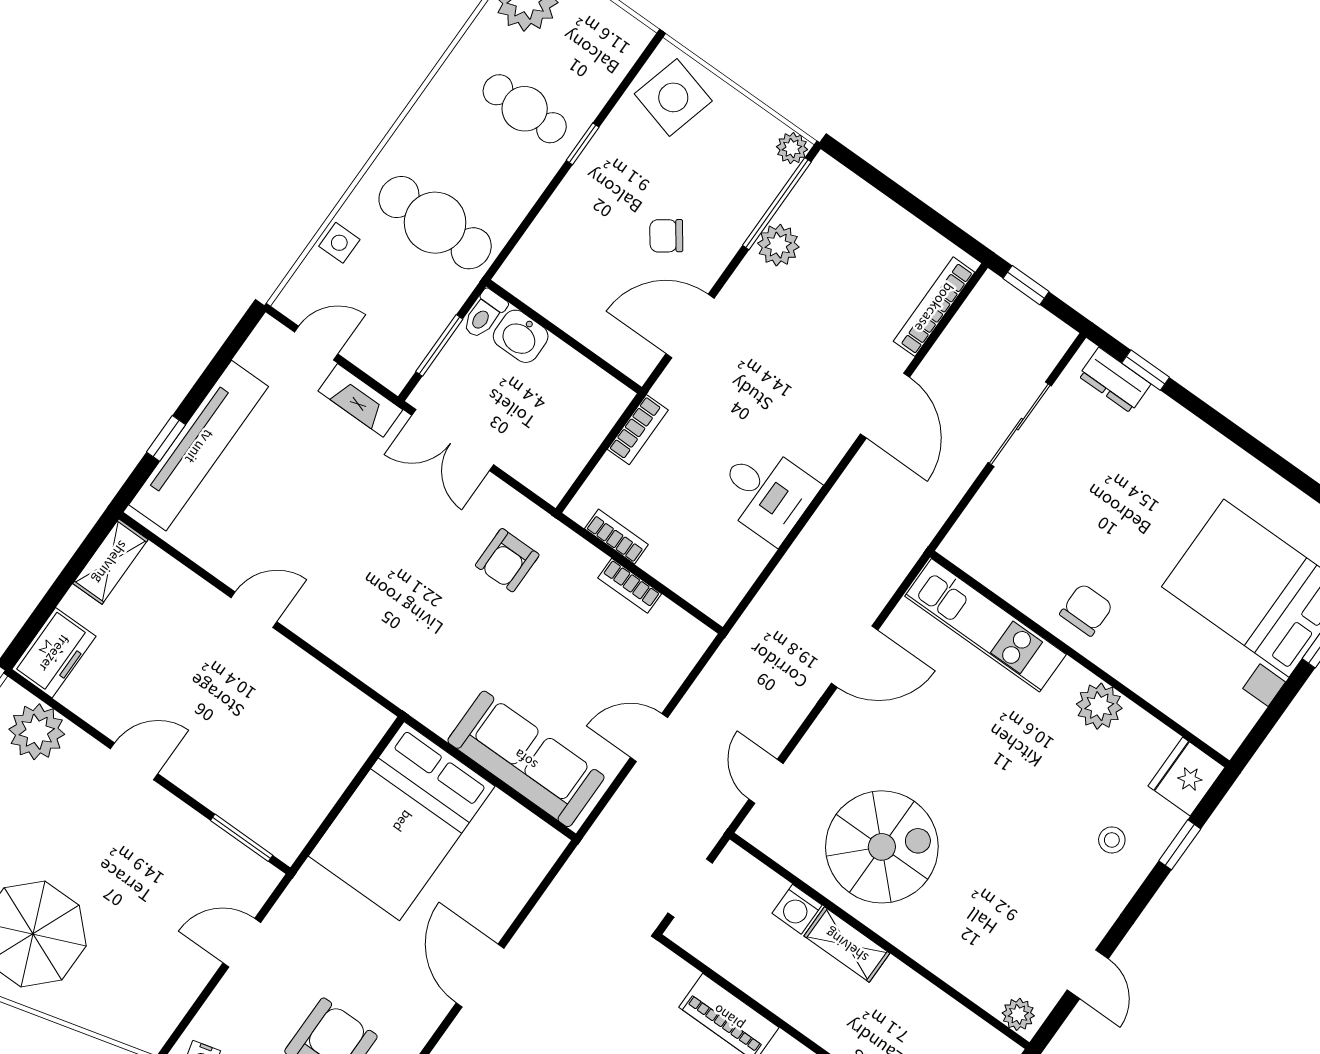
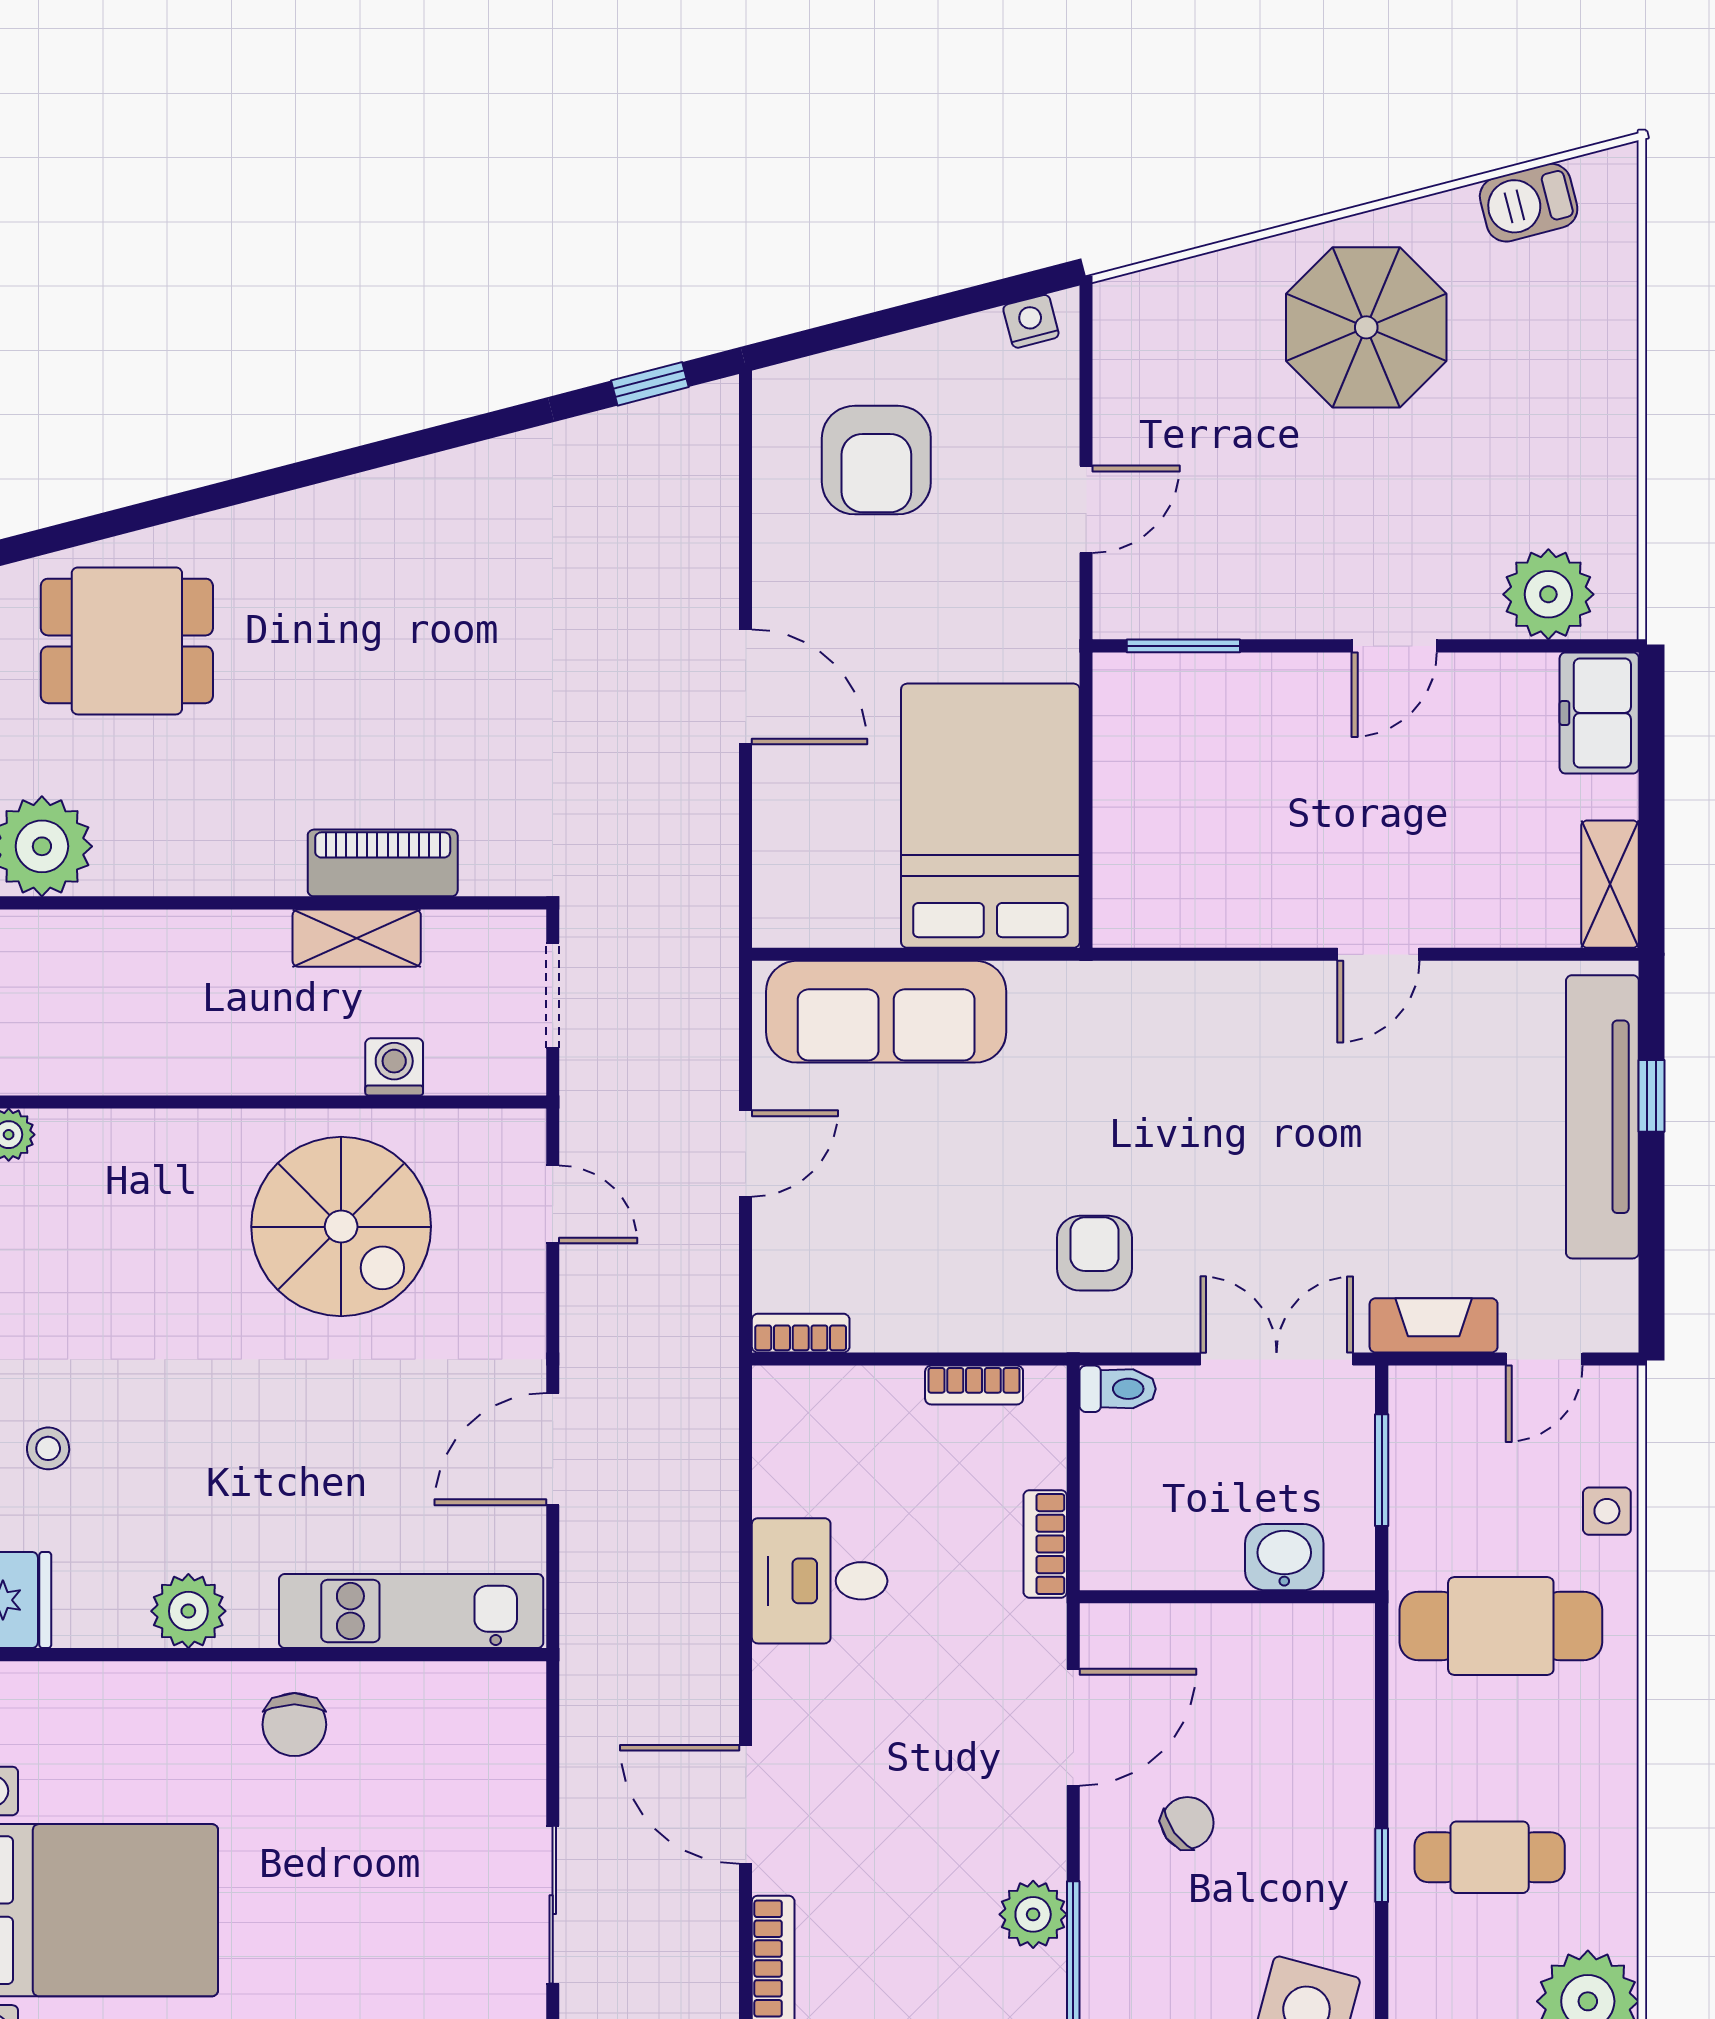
toilet: (484, 314) -> (1118, 1389), moved, turned 90
bookcase: (630, 586) -> (801, 1333), moved
spiral stairs: (882, 847) -> (341, 1227), turned -90
shelving: (847, 945) -> (357, 938), moved

